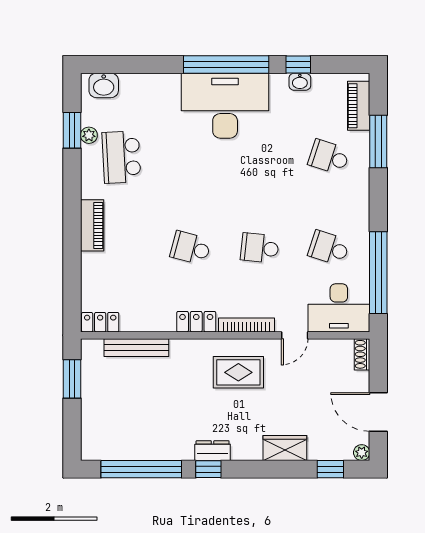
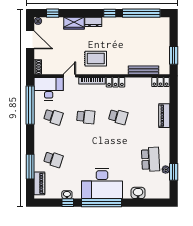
washbasin: (104, 85) -> (138, 193), moved
piano: (92, 225) -> (164, 116), moved
dresser: (213, 451) -> (93, 22), moved

